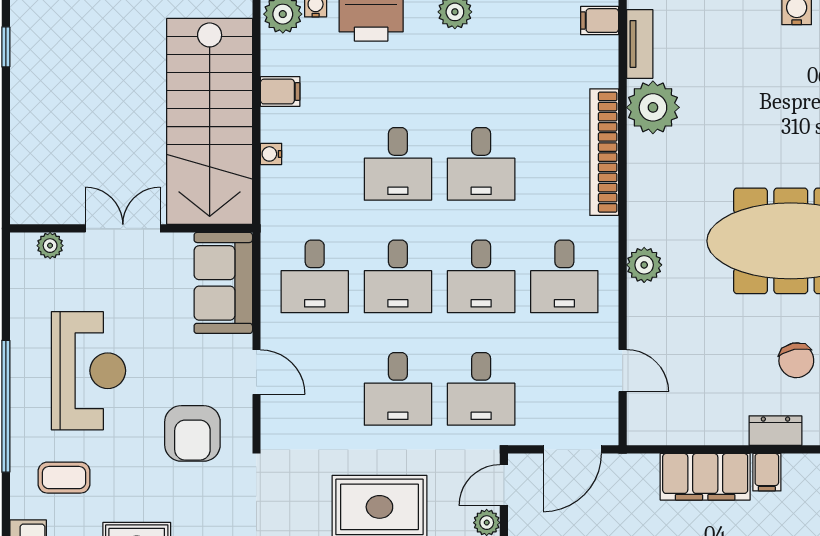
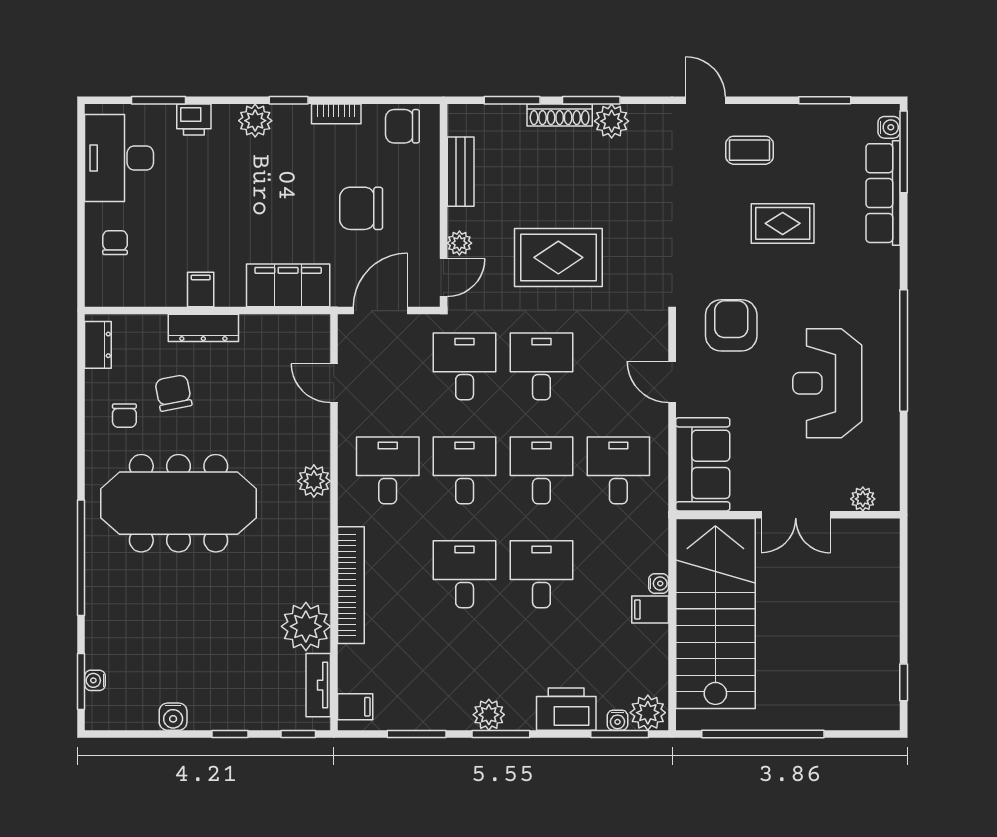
filing cabinet: (280, 92) -> (650, 609), moved
dresser: (775, 431) -> (203, 328), width x1.44
filing cabinet: (705, 477) -> (288, 285), moved
coffee table: (64, 478) -> (850, 285), removed

